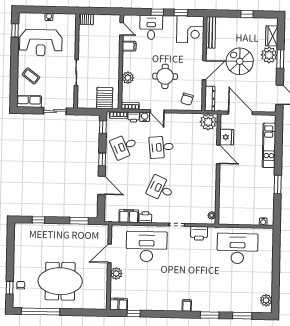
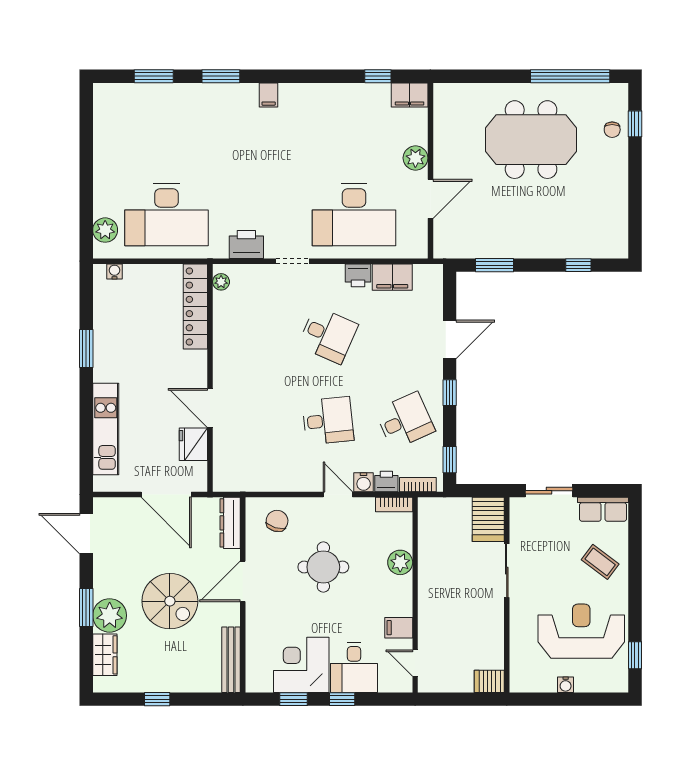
corner desk: (190, 29) -> (301, 665), moved
server rack: (105, 98) -> (488, 519), moved
plant: (208, 122) -> (232, 475), removed
door: (102, 185) -> (450, 339), swing flipped
locker: (224, 204) -> (195, 306), added
plant: (266, 300) -> (105, 230), moved

